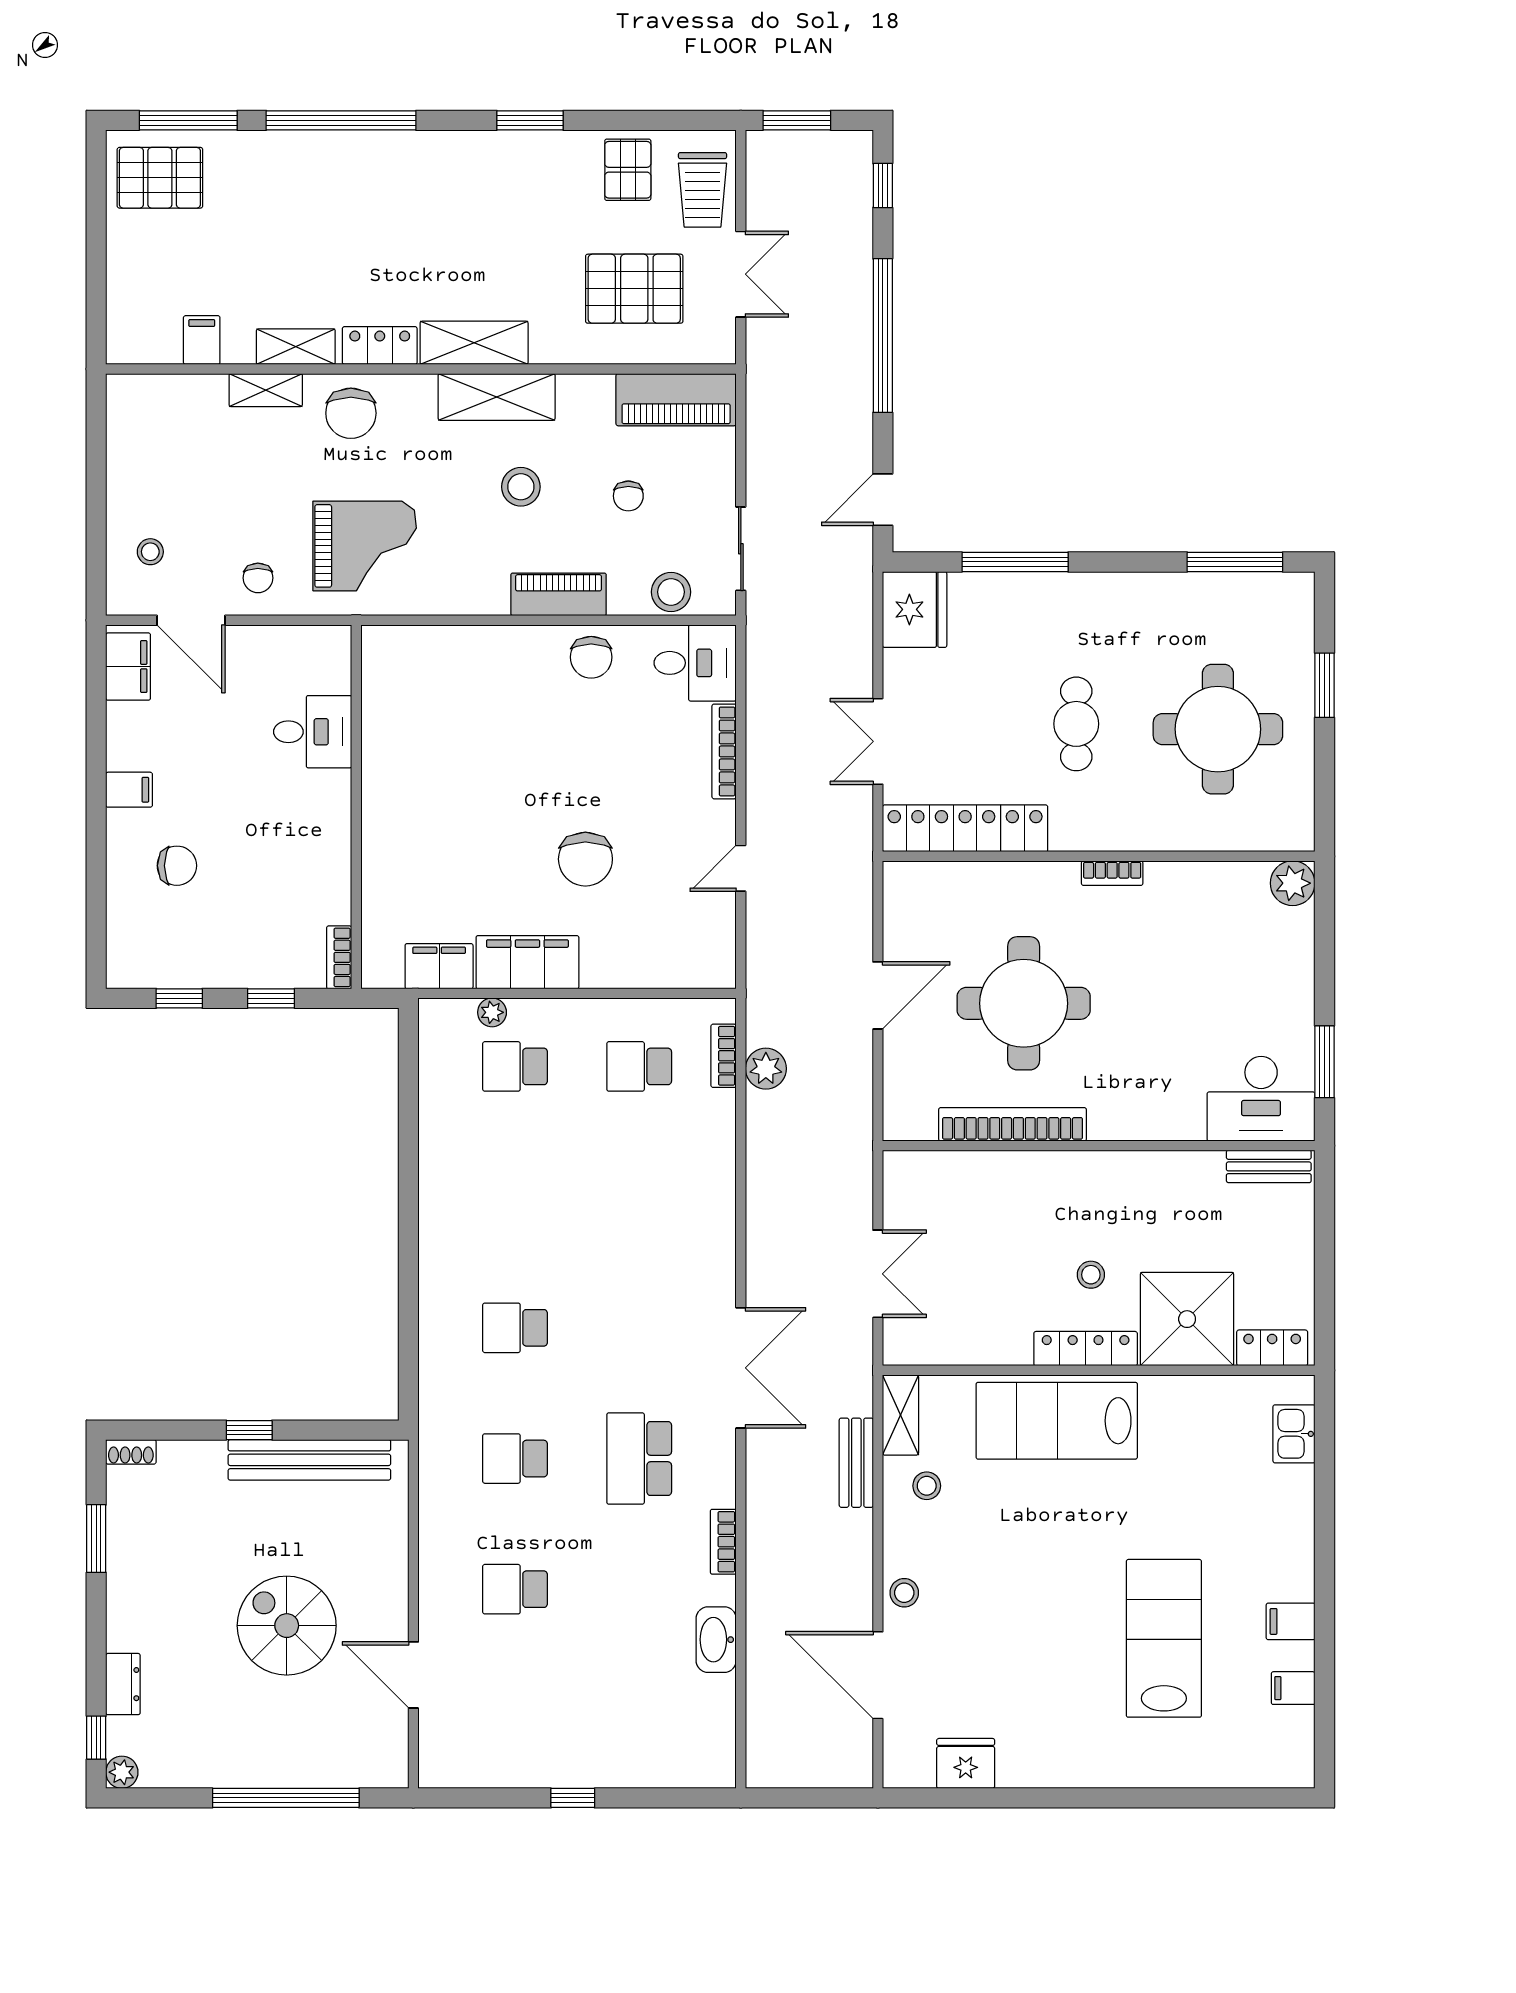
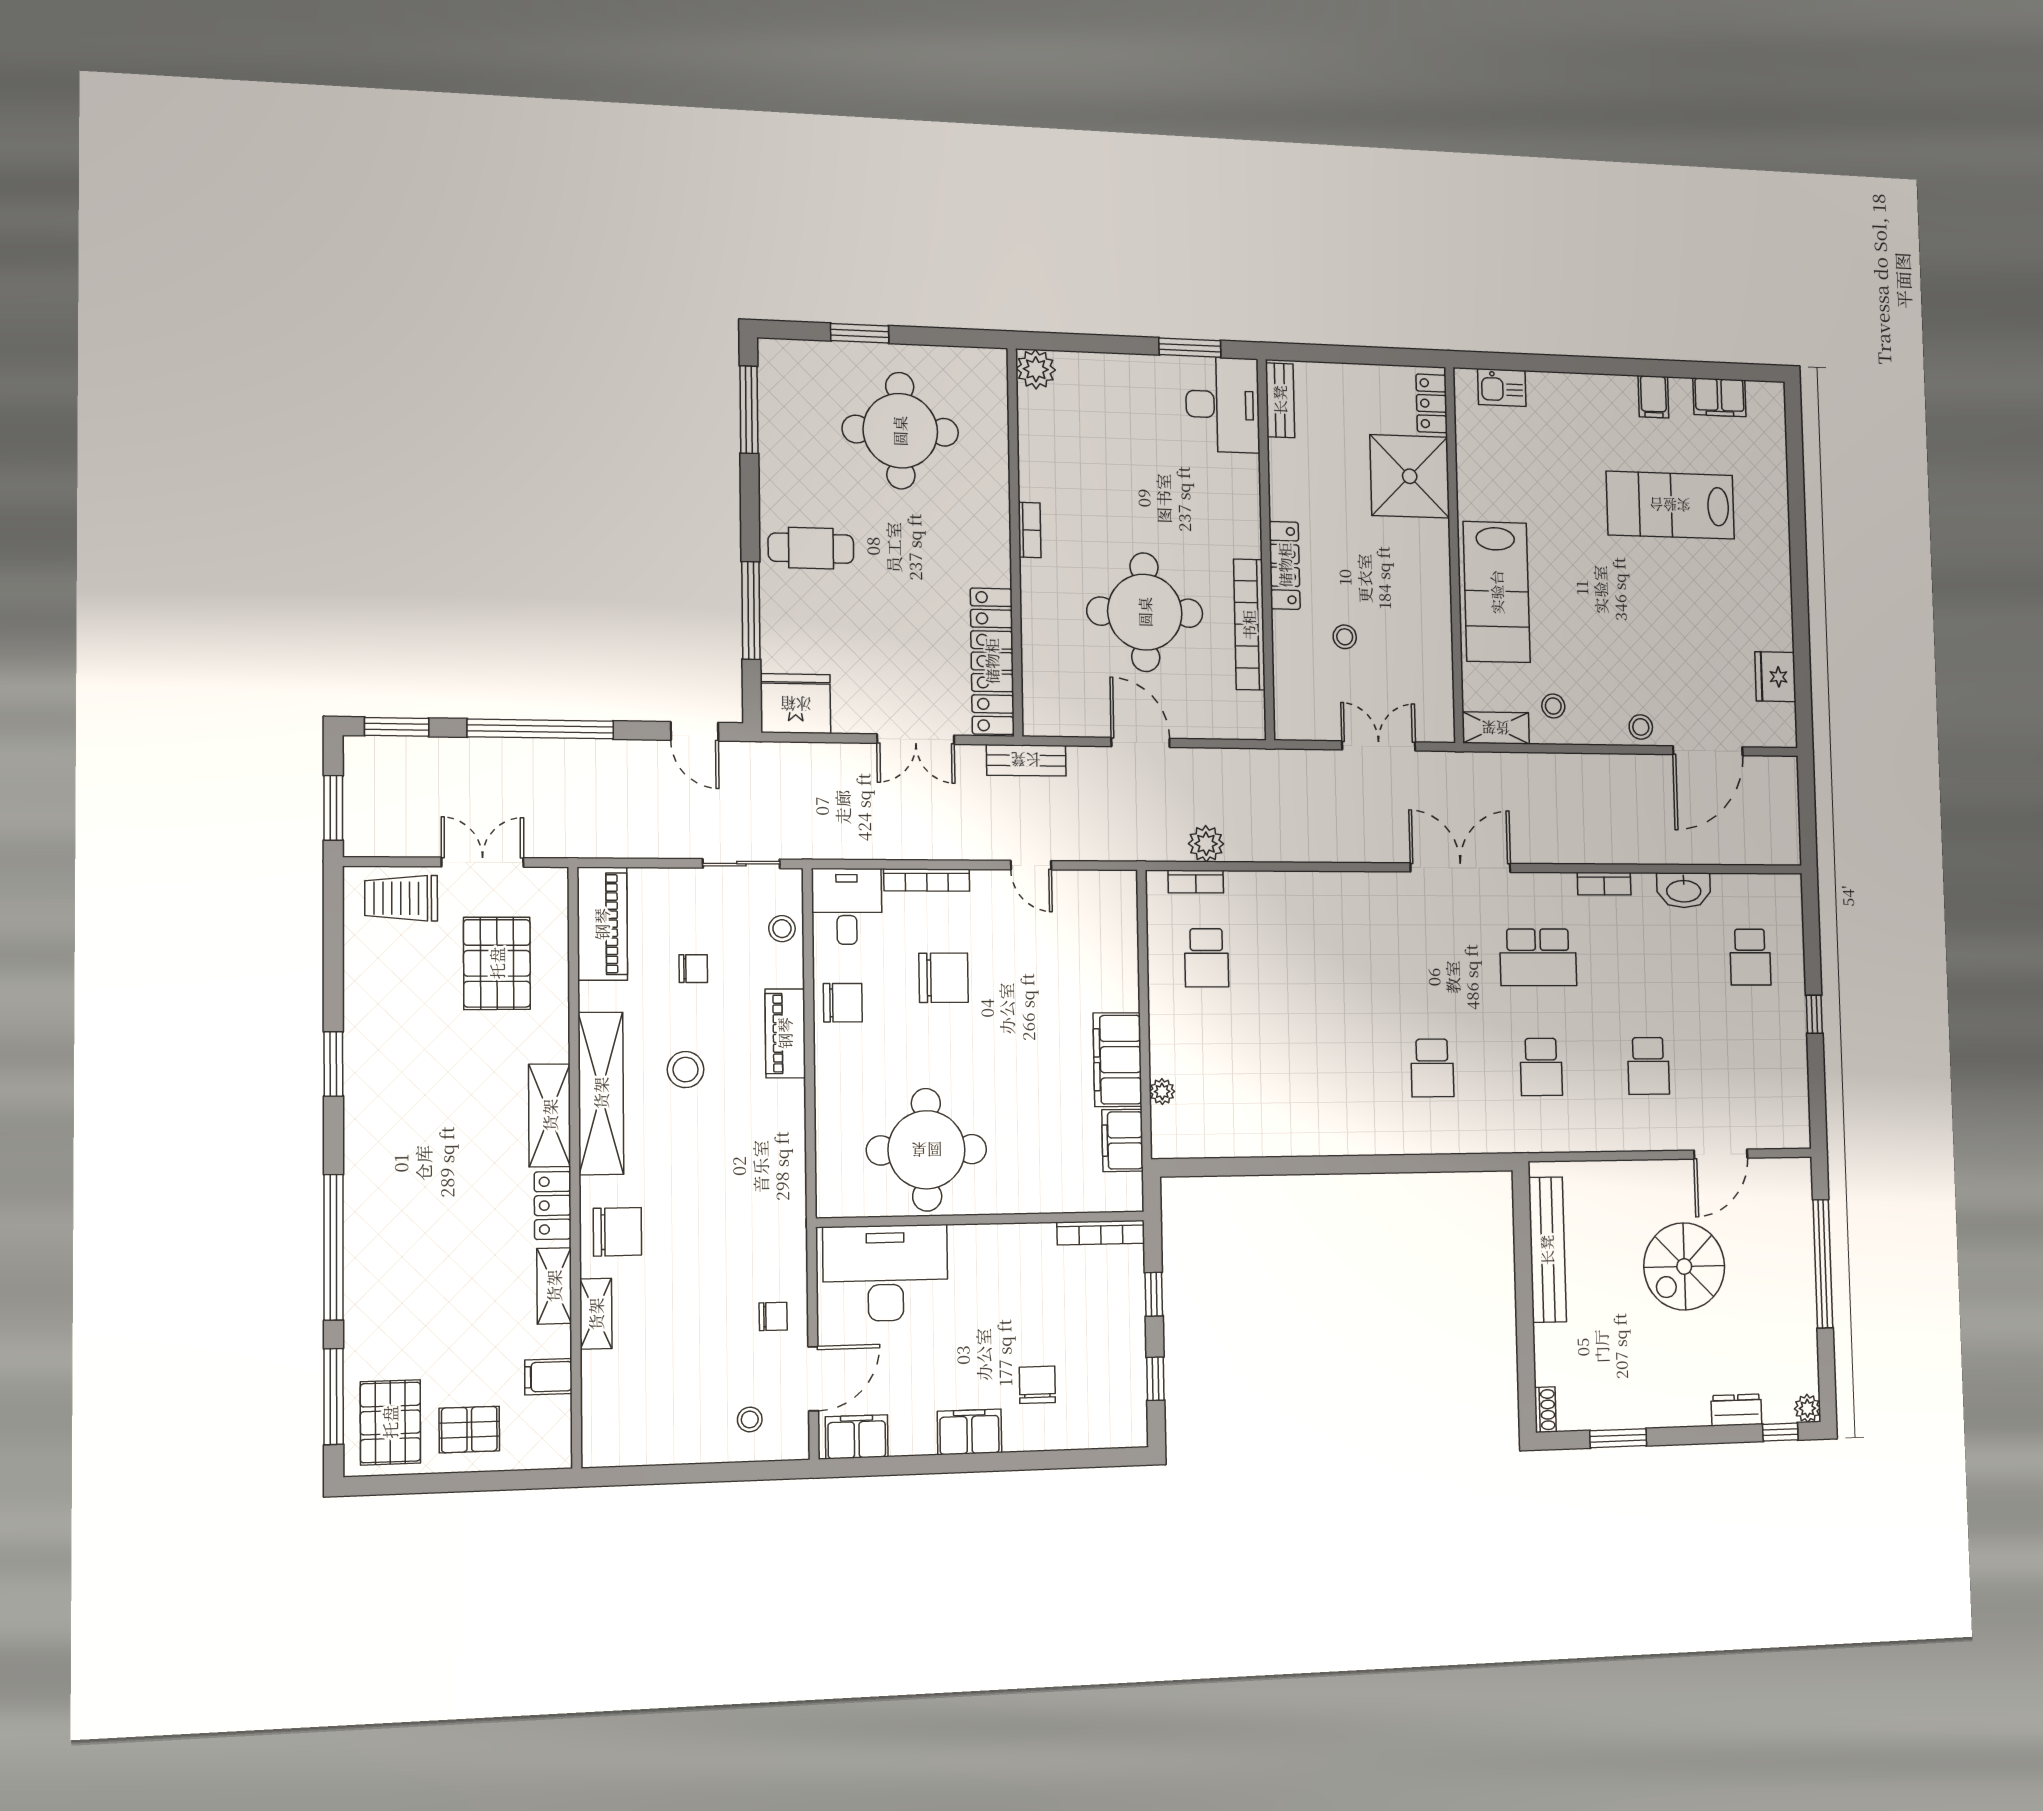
pallet: (628, 170) -> (469, 1430), moved
window: (883, 186) -> (397, 727), width x1.50
trolley: (703, 190) -> (401, 898), turned 180
shelving: (497, 397) -> (601, 1093), width x1.47
grand piano: (365, 546) -> (742, 1216), removed
stool: (671, 592) -> (782, 929), width x0.73, depth x0.73
cafe table: (1076, 724) -> (811, 548), moved
desk: (313, 732) -> (885, 1273), width x1.87, depth x1.30
round table: (432, 747) -> (927, 1150), added
filing cabinet: (129, 790) -> (969, 1432), width x2.00
chair: (585, 859) -> (944, 978), moved
bookcase: (339, 957) -> (1101, 1233), width x1.56
school desk: (515, 1066) -> (1750, 957), moved
stool: (1091, 1275) -> (1345, 637), moved
locker: (1086, 1349) -> (1285, 565), moved, turned 180
window: (249, 1430) -> (1524, 1304), removed
bench: (856, 1463) -> (1026, 760), moved
filing cabinet: (1293, 1688) -> (1719, 397), width x2.00

